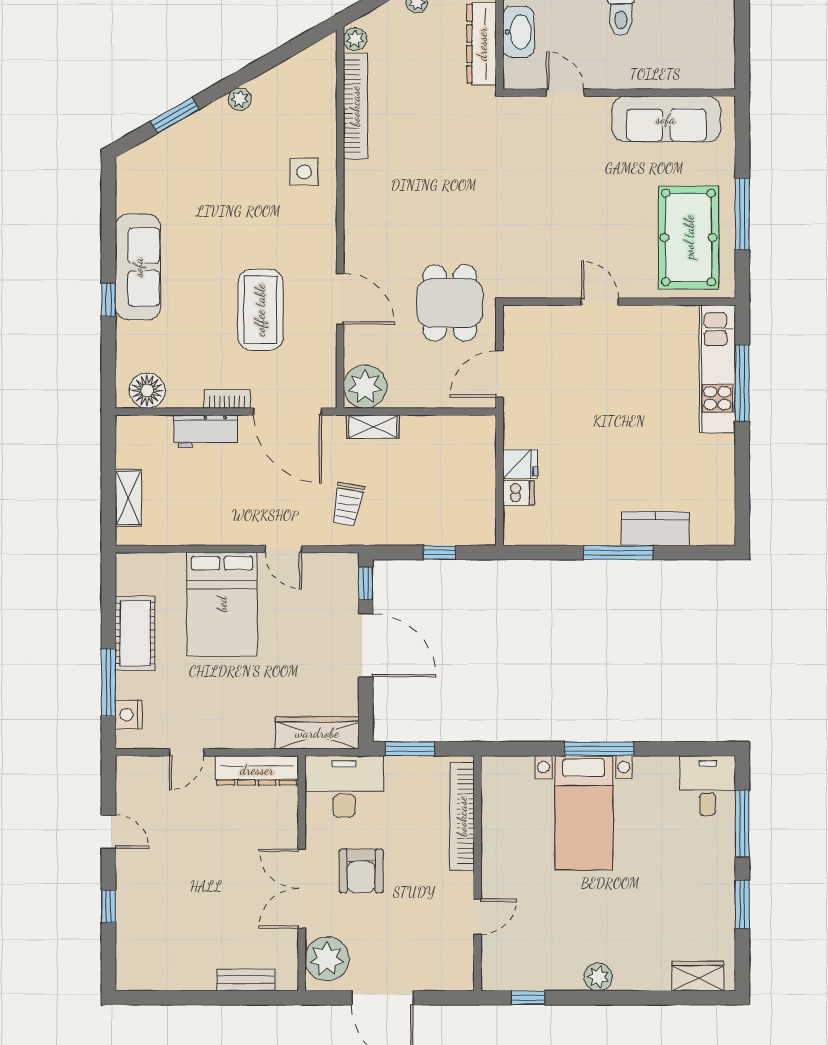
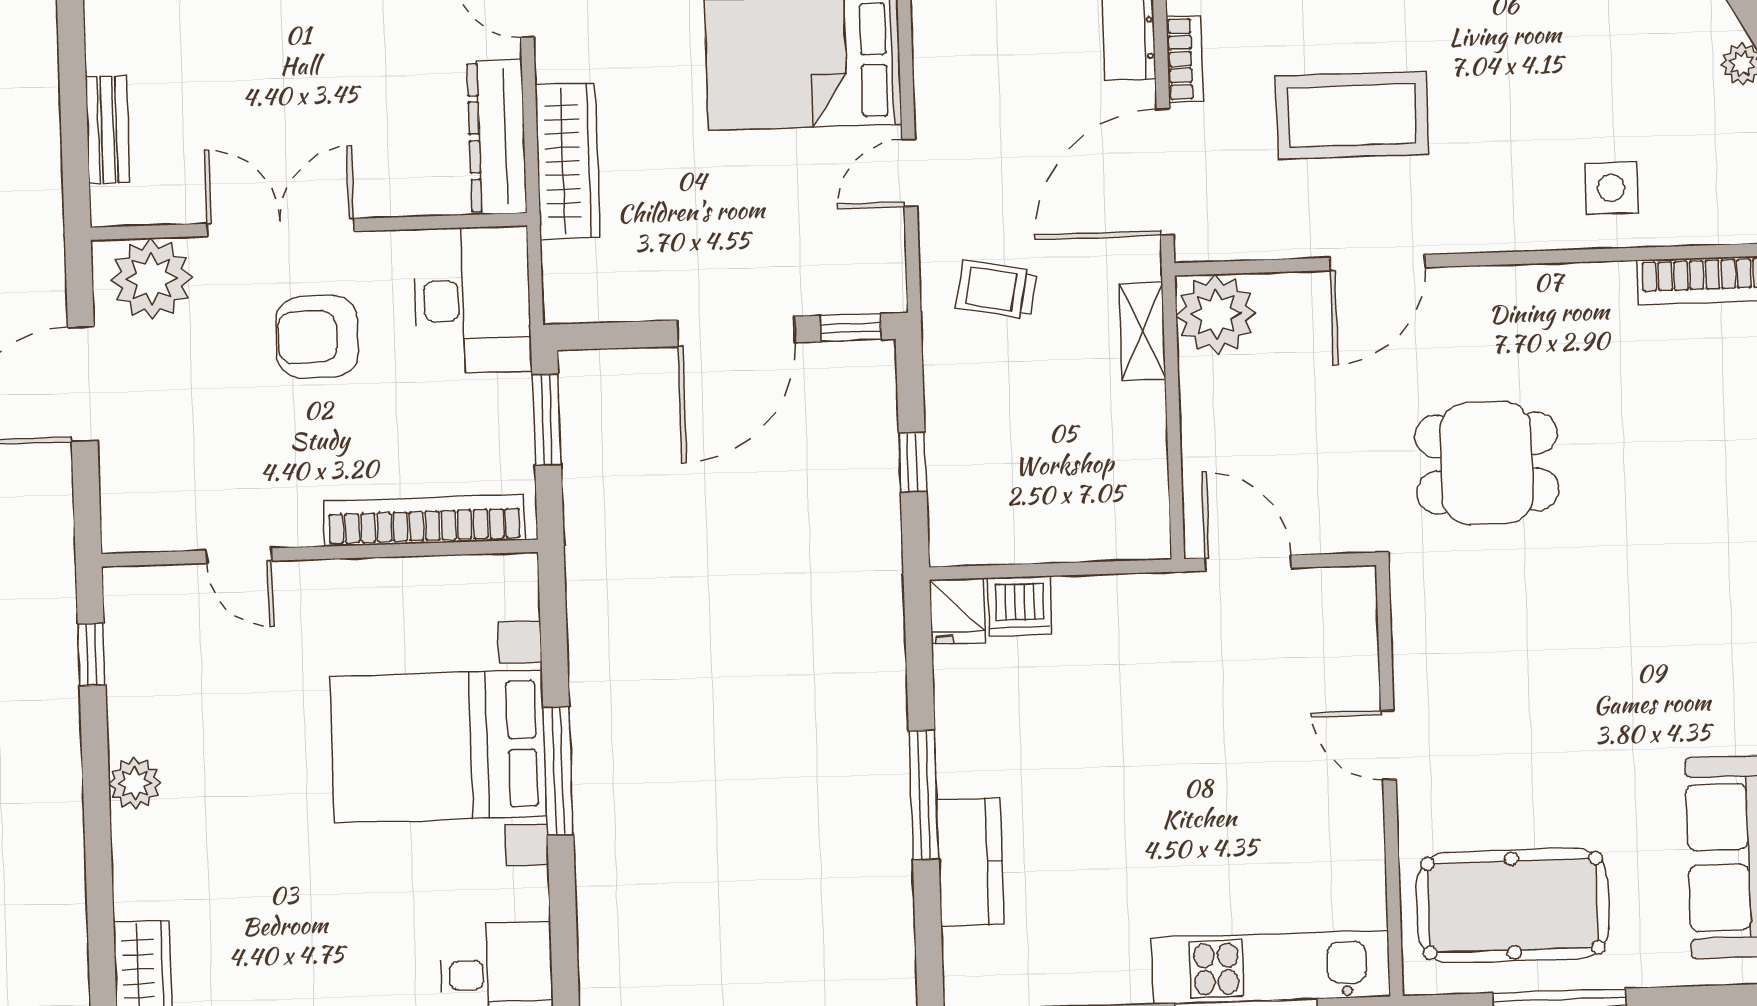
door: (600, 302) -> (1388, 745), swing flipped
dining table: (450, 303) -> (1487, 463), moved
fridge: (520, 464) -> (957, 611), moved
dishwasher: (519, 493) -> (1020, 606), width x1.38
wardrobe: (317, 733) -> (567, 161), moved
bed with nightstands: (584, 813) -> (438, 746), width x1.36

